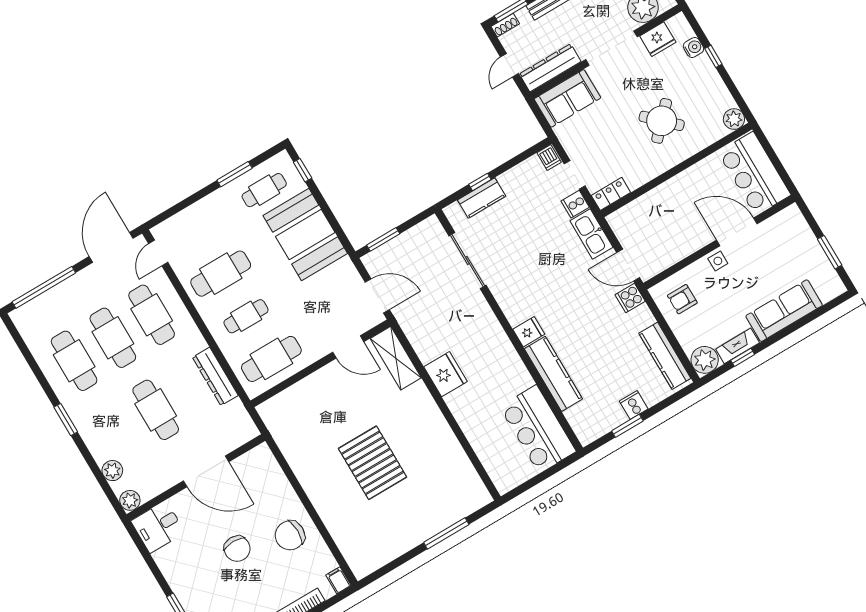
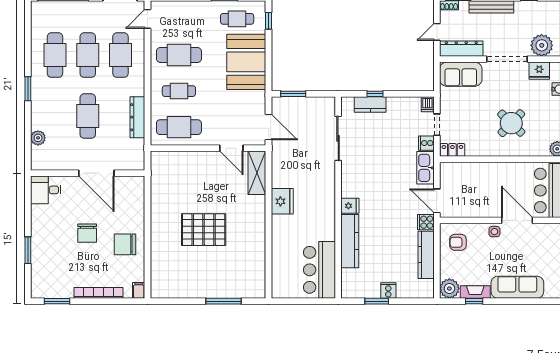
kitchen counter: (665, 356) -> (426, 255), moved
pallet: (373, 463) -> (204, 230), turned 90
plant: (130, 500) -> (38, 163), removed

